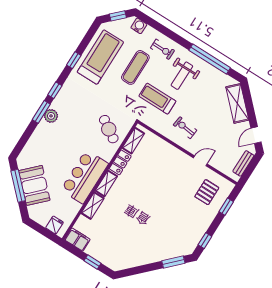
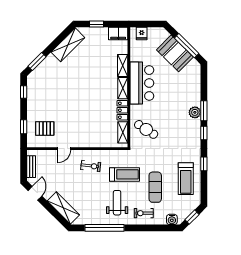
treadmill: (100, 57) -> (186, 179), width x0.73, depth x0.73
pallet: (207, 192) -> (45, 129), turned 90
shelving: (133, 259) -> (68, 45), added

